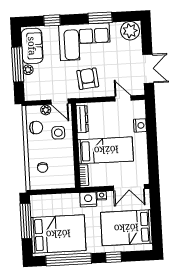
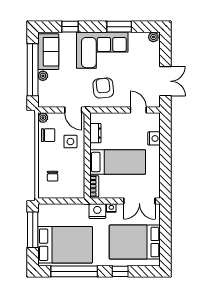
plant: (130, 31) -> (153, 37), width x0.53, depth x0.53
window: (18, 64) -> (33, 70), width x1.46
plant: (46, 110) -> (43, 118), moved
dresser: (82, 119) -> (95, 133), width x0.70

